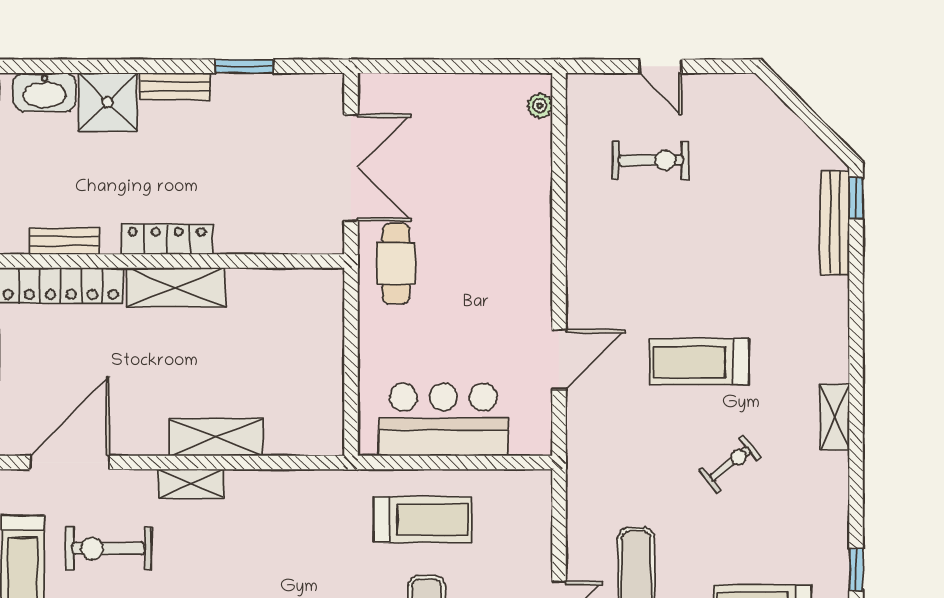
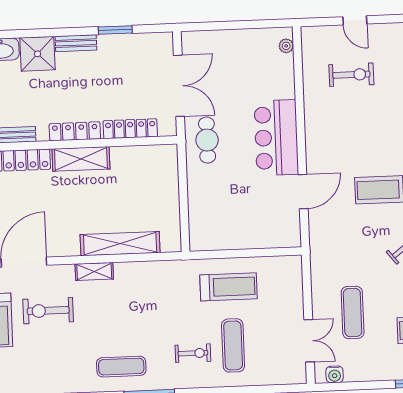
locker: (264, 239) -> (130, 129), added
bar counter: (443, 420) -> (276, 138), moved, turned -90
shelving: (216, 437) -> (120, 244), width x1.47

